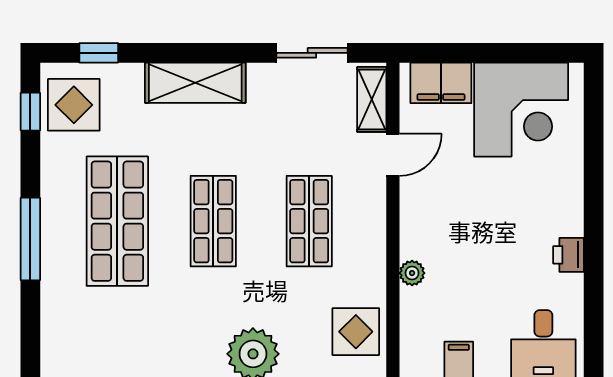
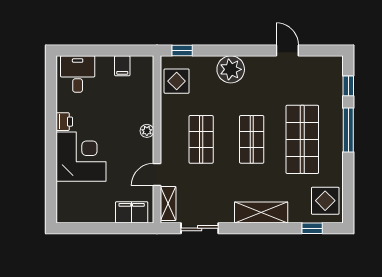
corner desk: (521, 110) -> (81, 157), moved, turned 90
window: (30, 112) -> (348, 86), moved
plant: (412, 273) -> (147, 131), moved

